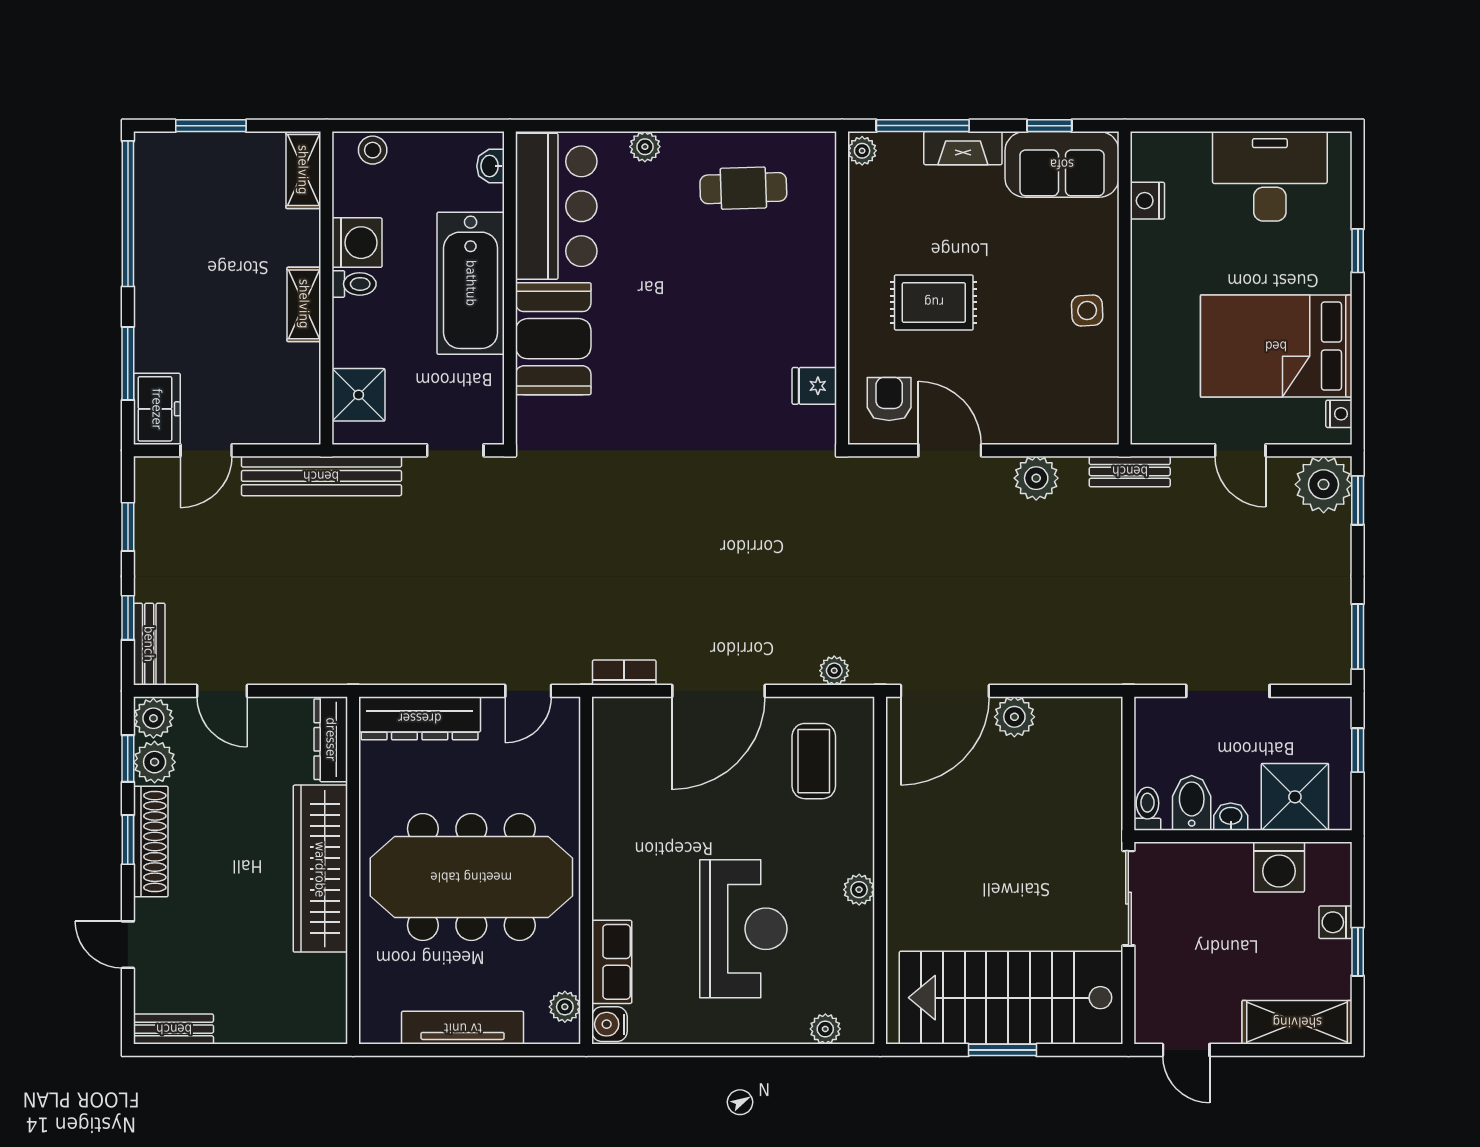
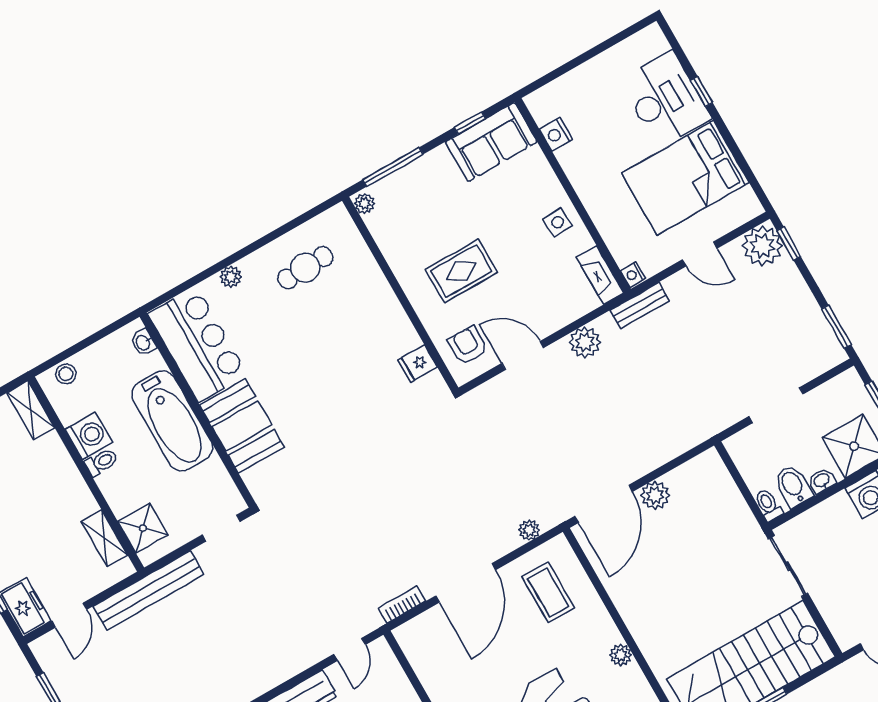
fireplace: (963, 148) -> (600, 275), moved, turned 90
desk: (1270, 176) -> (665, 99), moved, turned 90
shelving: (304, 304) -> (104, 538), moved
nightstand: (1339, 414) -> (633, 274), moved, turned 180

